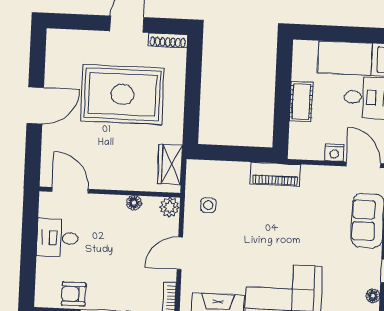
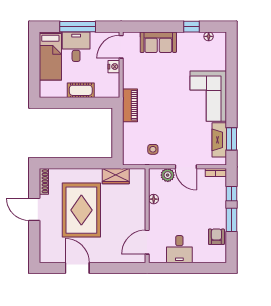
door: (35, 105) -> (77, 268), moved
wardrobe: (170, 164) -> (116, 176), moved
plant: (170, 207) -> (168, 175), moved
armchair: (74, 294) -> (216, 237), turned 180

